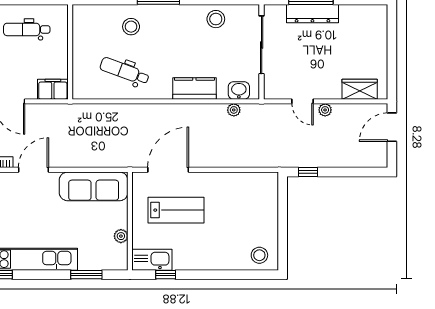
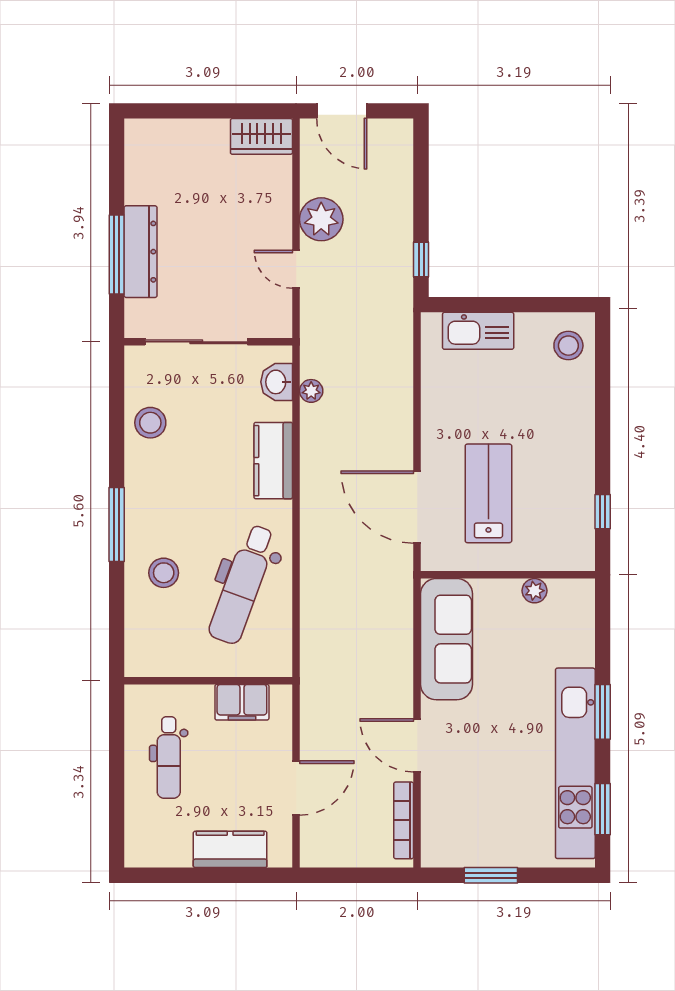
dental chair: (125, 71) -> (242, 584), width x1.36, depth x1.38
filing cabinet: (53, 89) -> (242, 702), moved, turned -90
wardrobe: (360, 89) -> (261, 136), moved, turned -90
door: (303, 101) -> (296, 269), swing flipped
plant: (325, 110) -> (321, 219), width x1.88, depth x1.88
kitchen sink: (152, 260) -> (478, 331), moved, turned -90
window: (86, 275) -> (603, 712), moved

